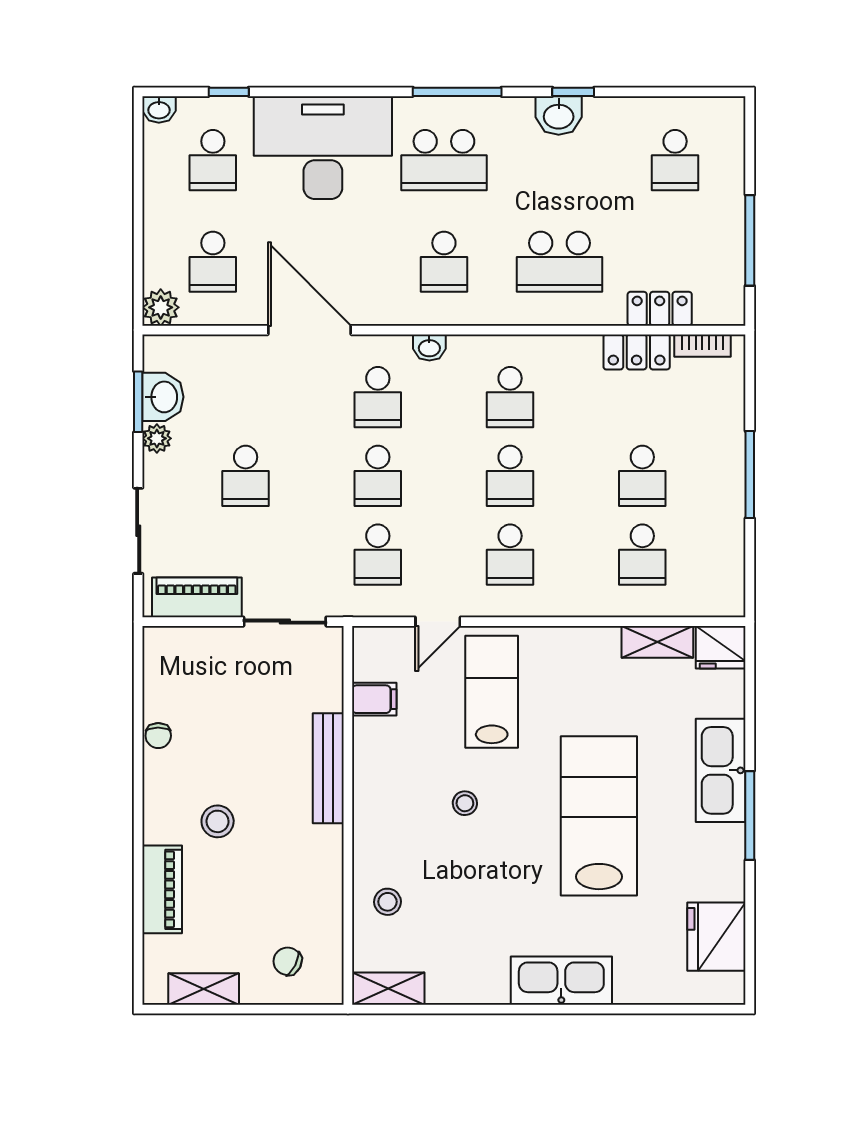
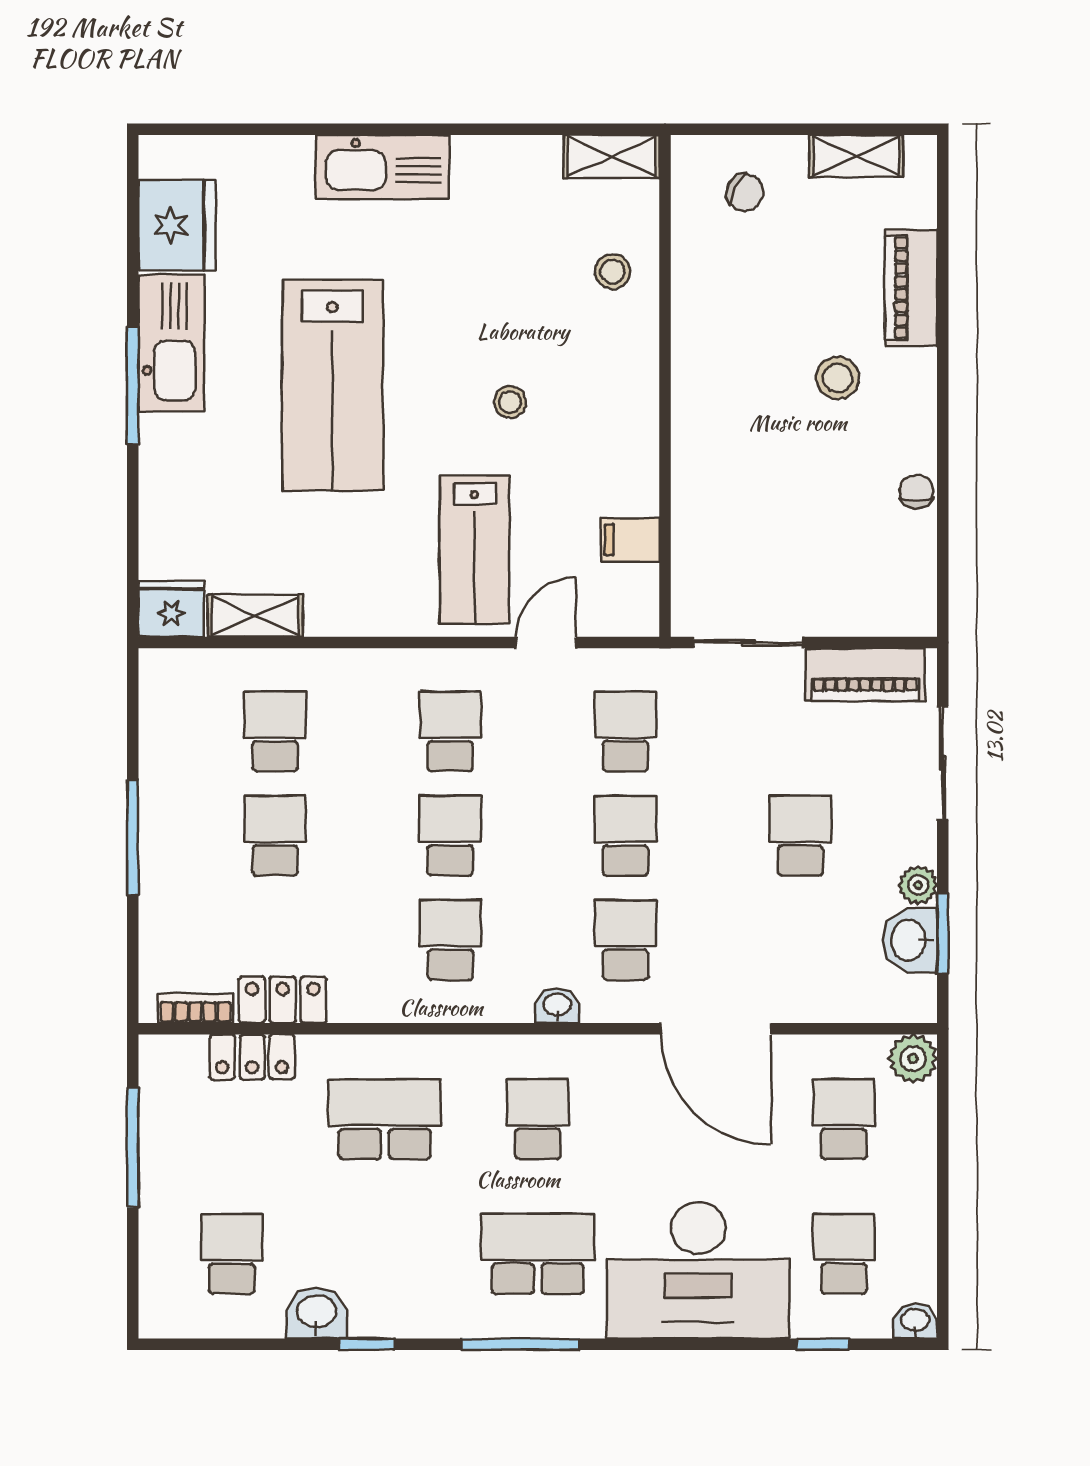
washbasin: (559, 115) -> (316, 1313), moved
bench: (328, 768) -> (691, 448), removed
kitchen sink: (721, 770) -> (171, 343), moved

